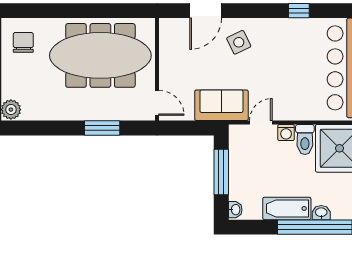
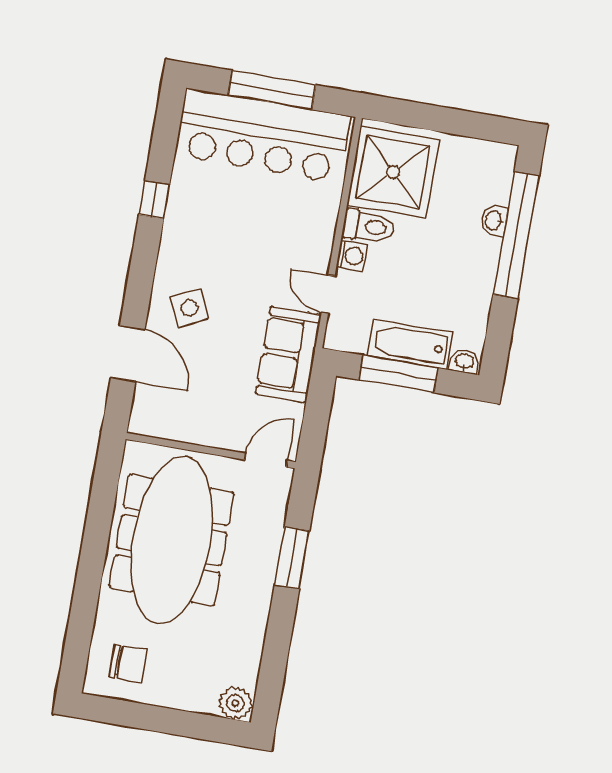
chair: (23, 42) -> (128, 664), turned 180
bathtub: (287, 208) -> (410, 344), moved, turned 90

